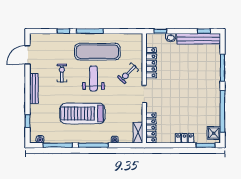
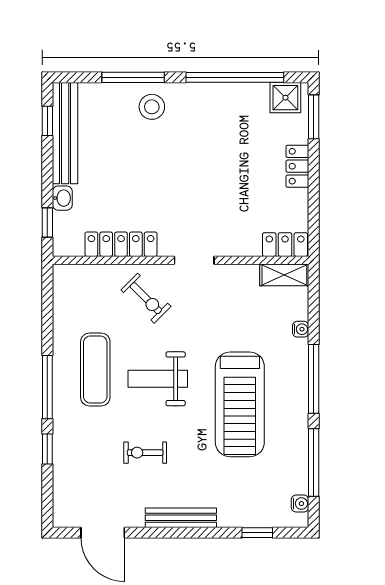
exercise mat: (97, 52) -> (95, 370), width x0.73, depth x0.69
stool: (210, 76) -> (152, 107), added
locker: (151, 128) -> (285, 245), width x0.66

